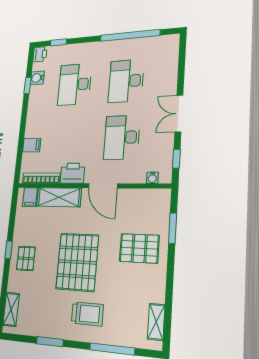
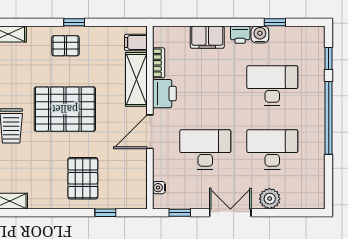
window: (130, 35) -> (329, 118), moved
printer: (40, 54) -> (240, 35), moved
water cooler: (37, 78) -> (260, 35), moved
plant: (168, 80) -> (270, 199), added
filing cabinet: (32, 145) -> (207, 37), width x2.00
bookcase: (41, 178) -> (159, 63), width x0.64
window: (173, 228) -> (105, 213), width x0.67

